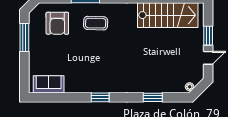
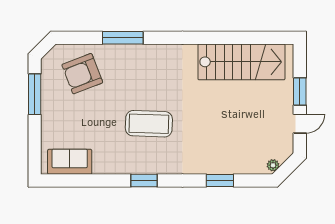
armchair: (57, 23) -> (82, 74), turned 69
coffee table: (96, 23) -> (149, 124), moved, width x1.36, depth x1.32

